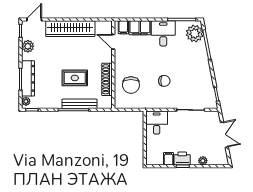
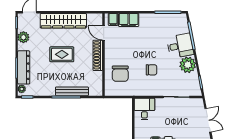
desk: (163, 33) -> (180, 46), moved, turned 79
plant: (195, 34) -> (188, 65), moved
rug: (75, 78) -> (62, 54), moved
shoe rack: (107, 79) -> (98, 55), moved

